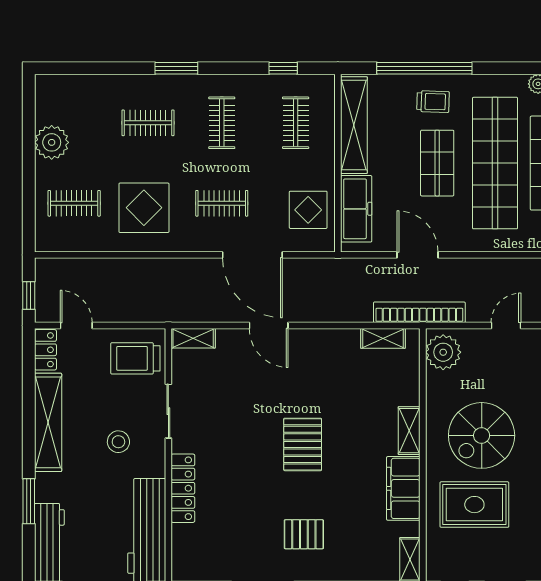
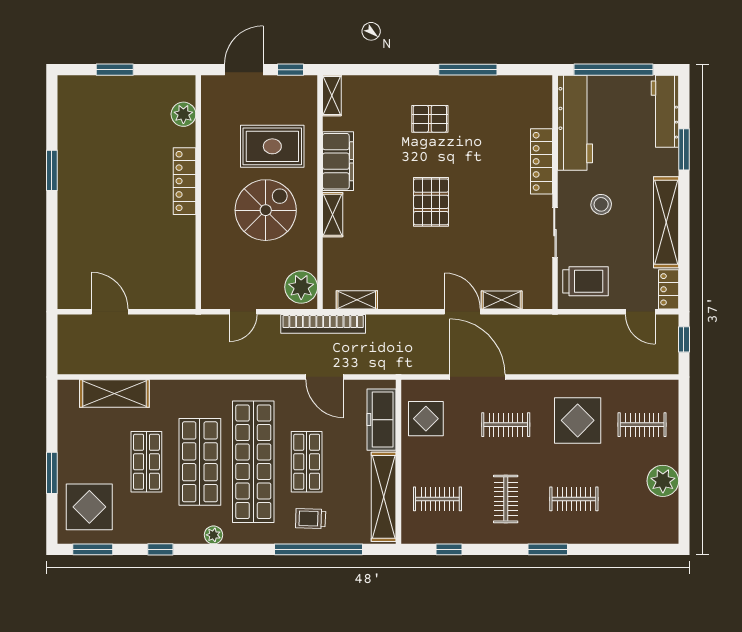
clothes rail: (296, 123) -> (437, 499), turned 90
shelving: (193, 338) -> (502, 300), moved

